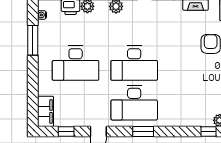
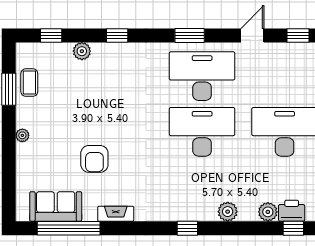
window: (208, 132) -> (117, 35), moved

